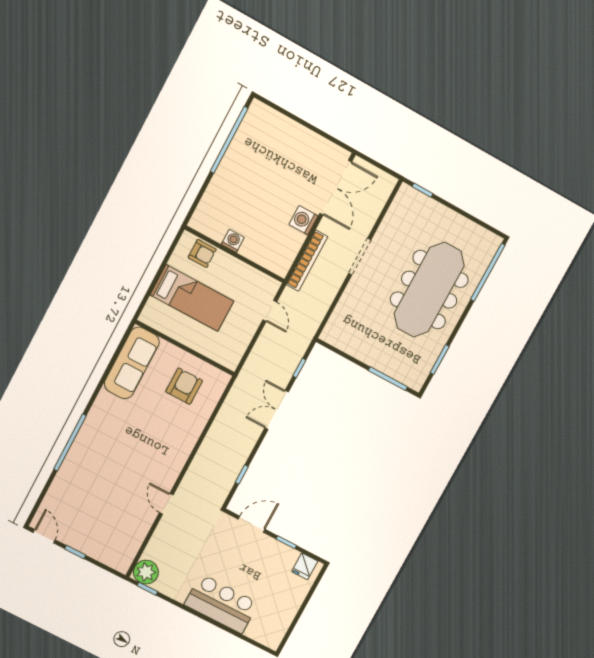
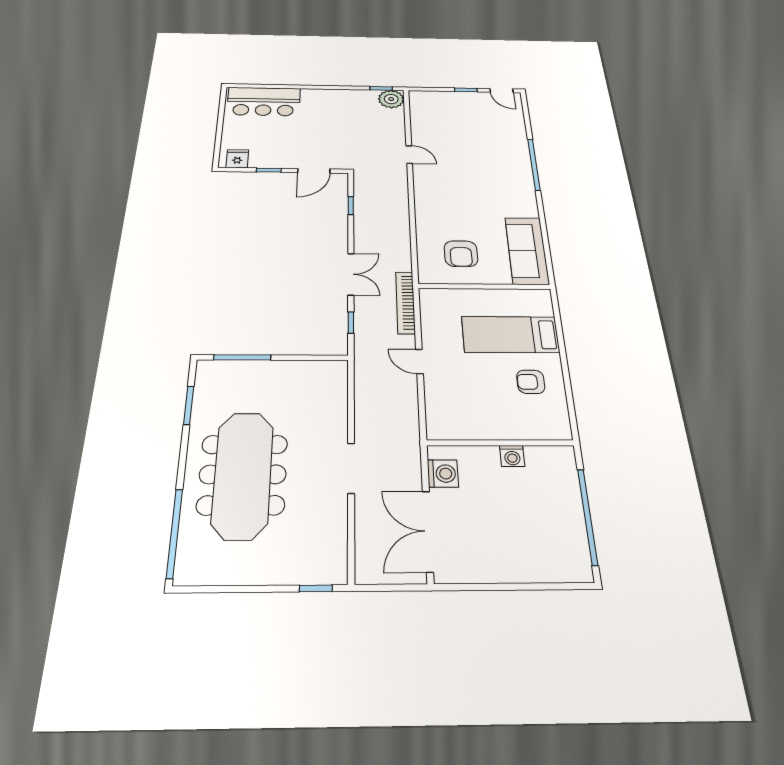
washing machine: (233, 241) -> (512, 456), moved
wall: (235, 254) -> (500, 443), moved
bookcase: (307, 261) -> (405, 302), moved
bar counter: (221, 604) -> (264, 101), moved

